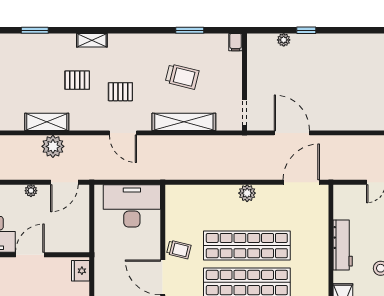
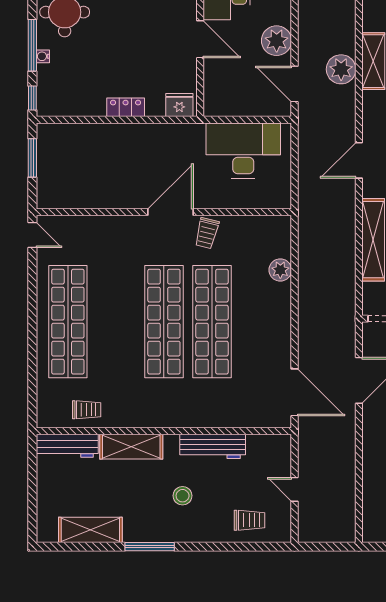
plant: (31, 191) -> (277, 41), width x1.87, depth x1.87
plant: (247, 193) -> (280, 270), moved
desk: (132, 206) -> (243, 151), moved, turned -90

